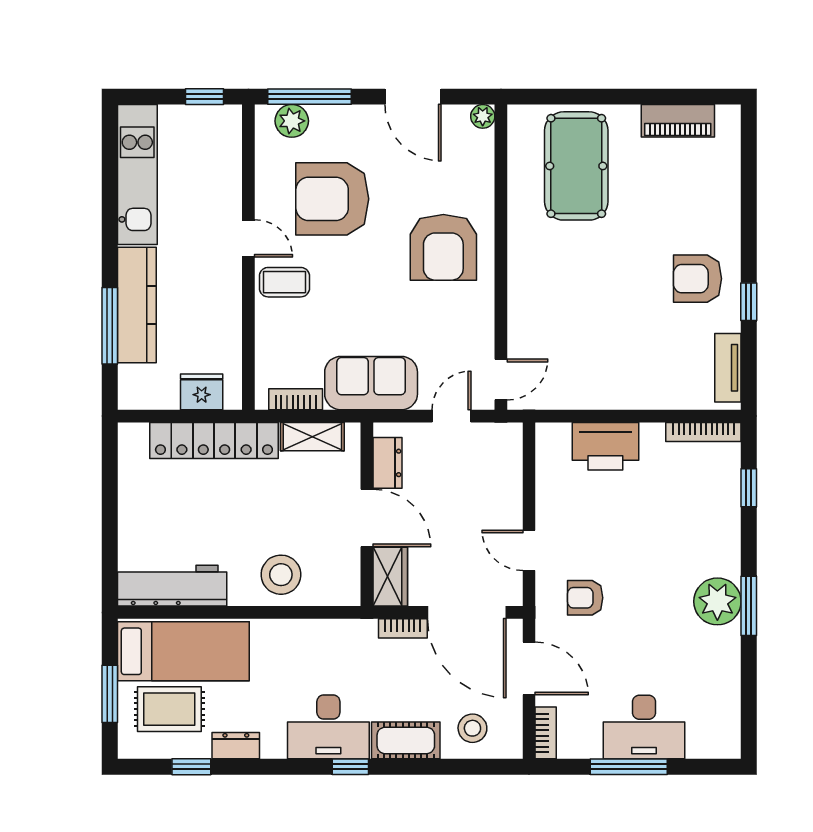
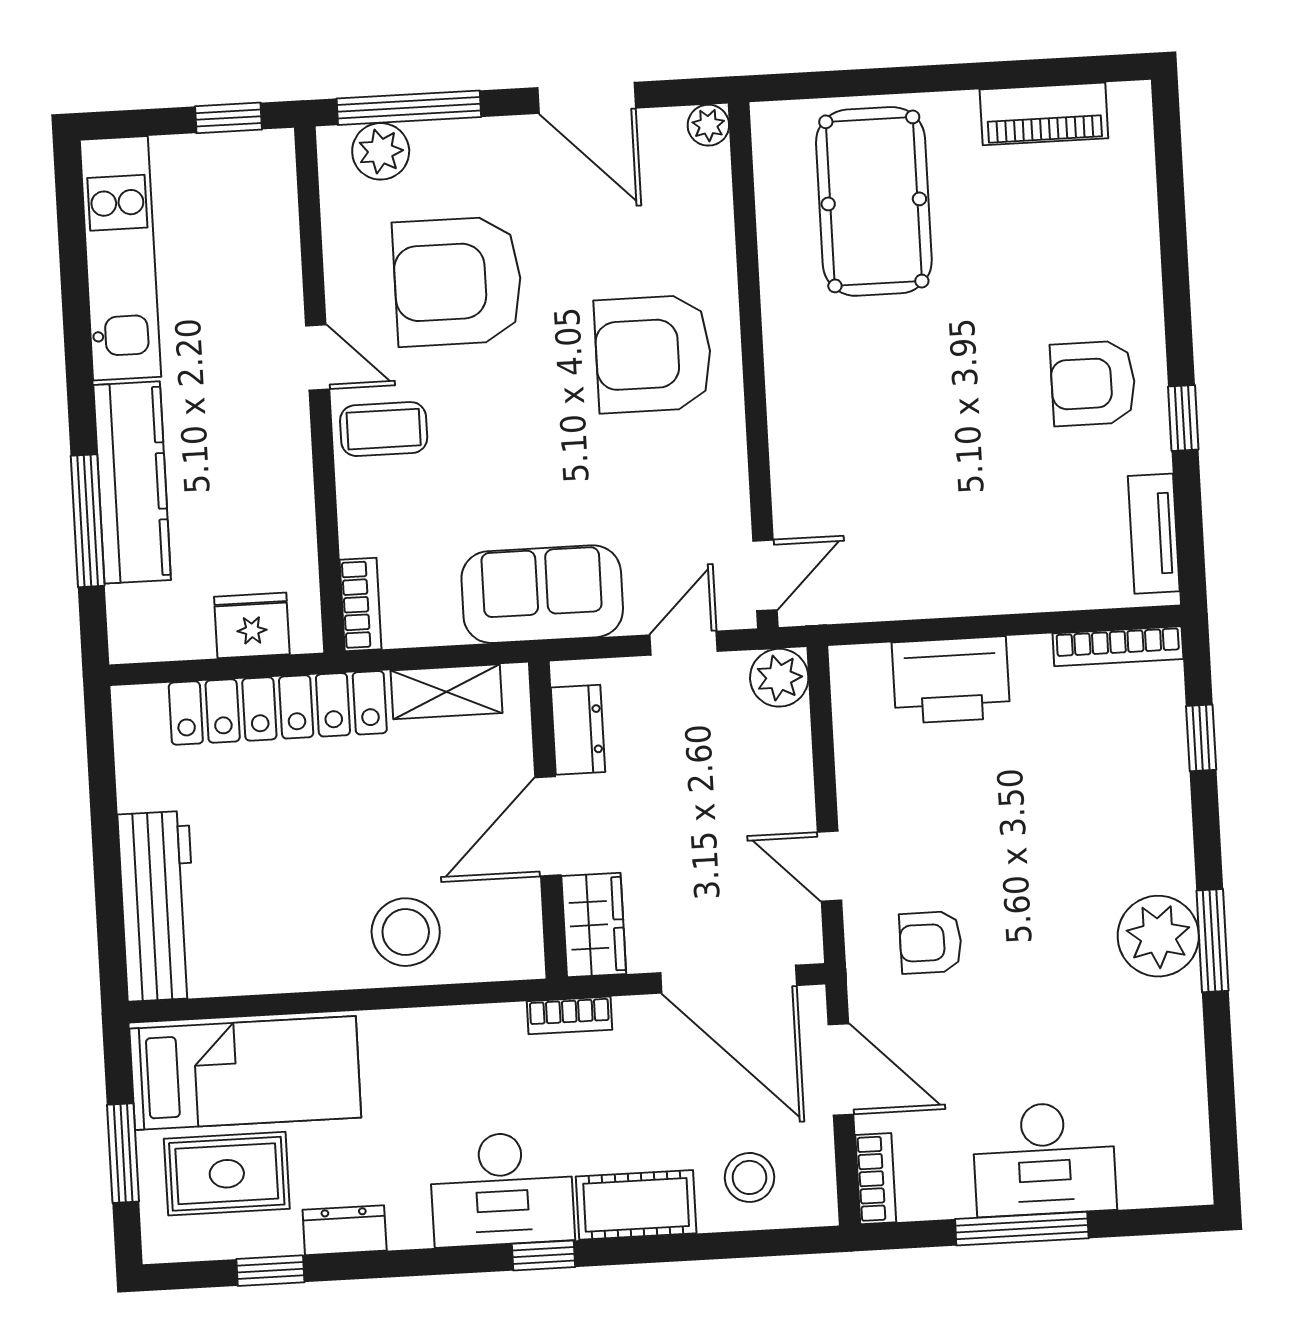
armchair: (443, 247) -> (653, 354), turned 90
bookcase: (296, 399) -> (361, 604), moved, turned 90
plant: (506, 439) -> (779, 678), added
door: (367, 518) -> (548, 826), swing flipped
workbench: (172, 586) -> (158, 906), moved, turned 90
bookcase: (403, 628) -> (569, 1015), moved

